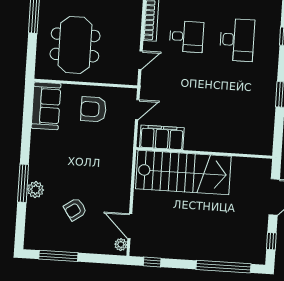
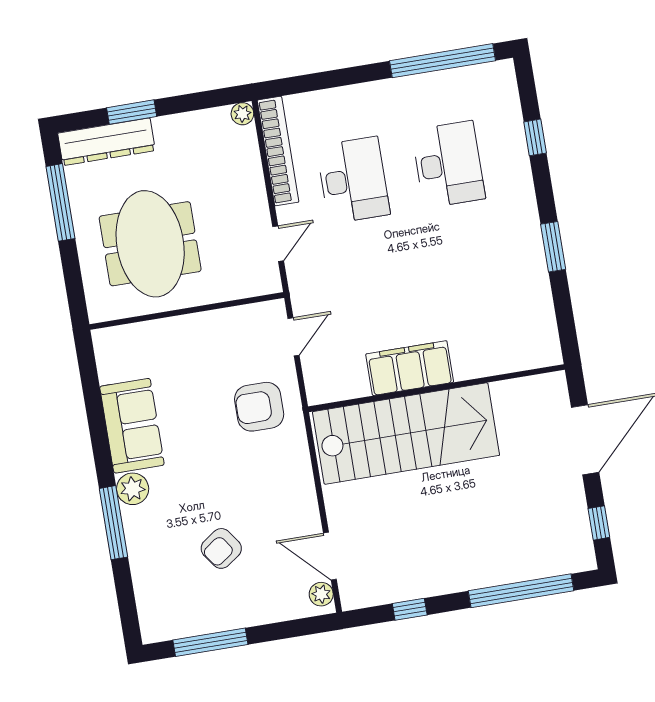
desk: (186, 37) -> (353, 180), width x1.37
sofa: (46, 106) -> (132, 426), moved
armchair: (93, 109) -> (259, 407), moved
filing cabinet: (162, 137) -> (410, 368), moved
plant: (36, 190) -> (133, 489), moved
window: (152, 262) -> (410, 609), moved

